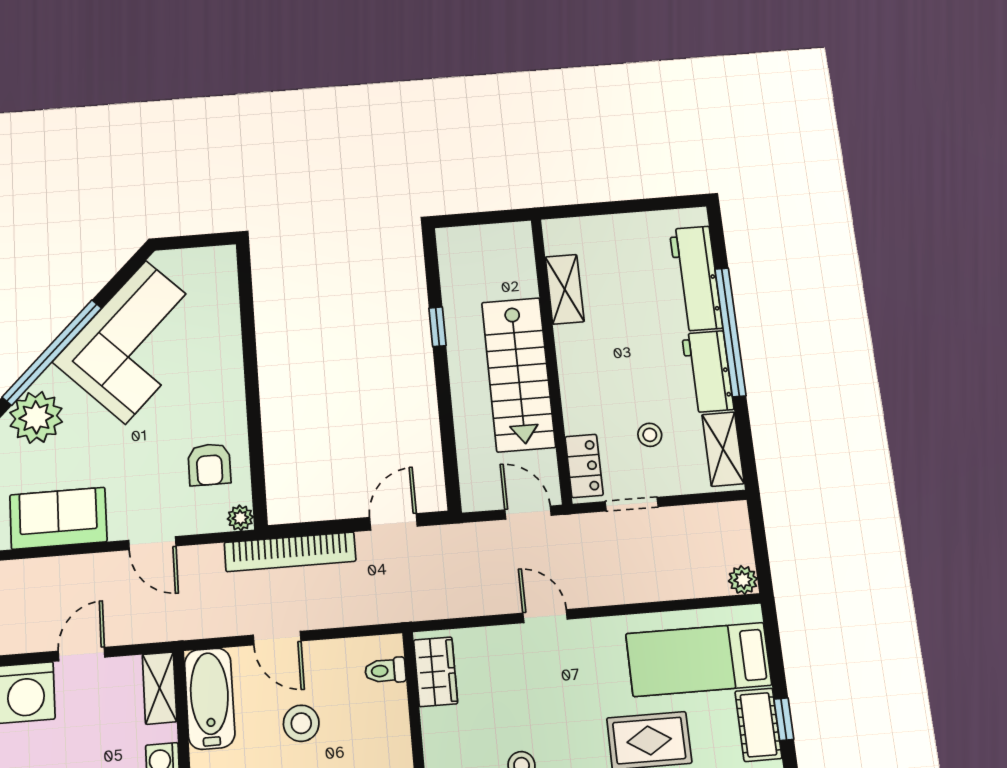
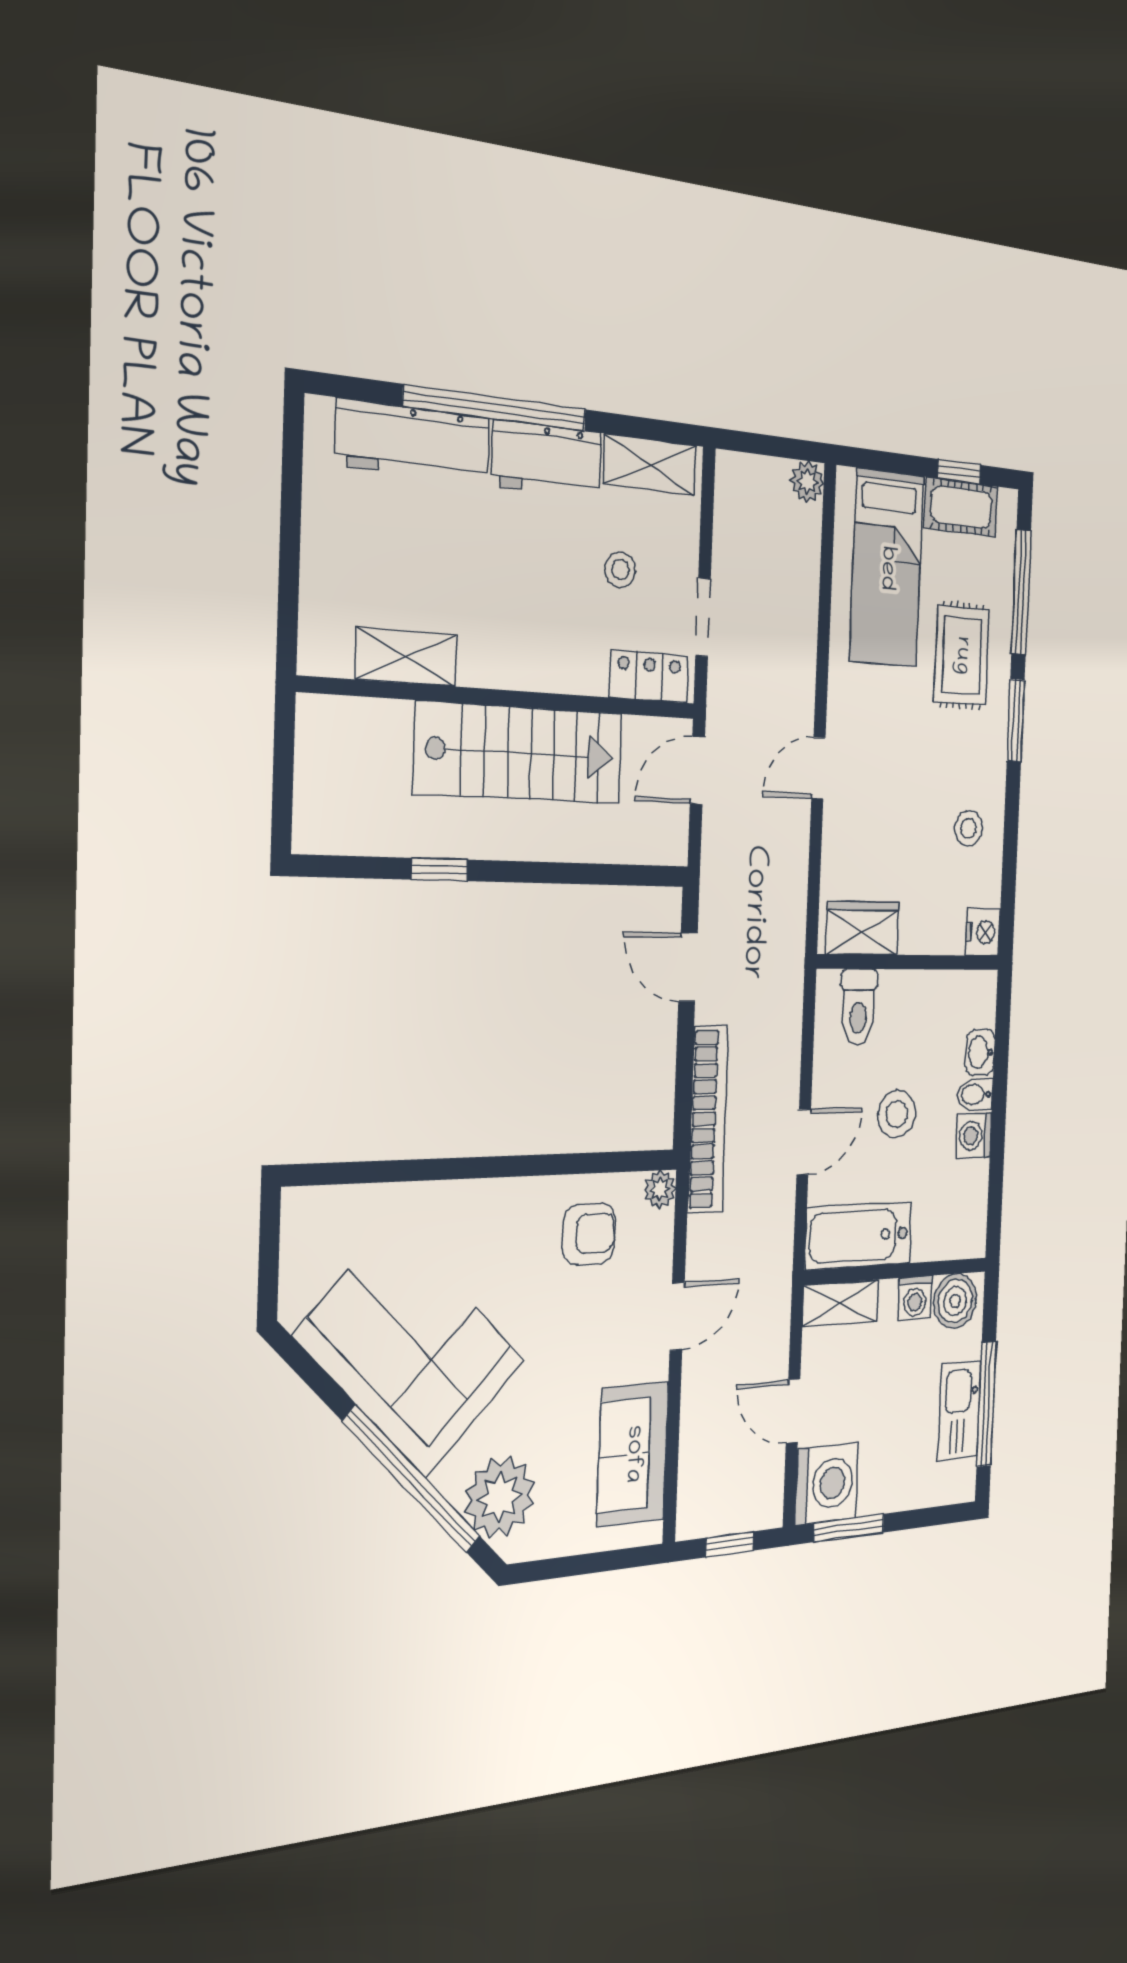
toilet: (385, 671) -> (858, 1007), width x1.37, depth x1.39

